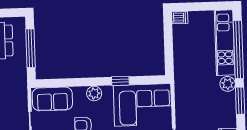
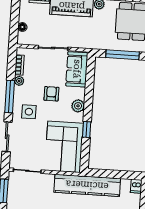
kitchen counter: (184, 74) -> (87, 185), added

